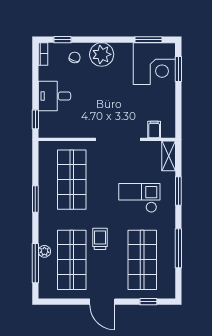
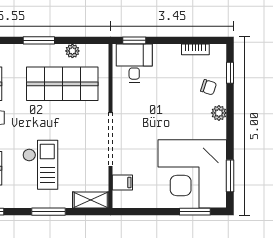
bookcase: (43, 54) -> (195, 49), moved
plant: (102, 54) -> (219, 113), width x0.53, depth x0.53
corner desk: (154, 64) -> (192, 174), width x1.36, depth x1.36
desk: (54, 96) -> (134, 63), moved
plant: (44, 171) -> (72, 51), added

